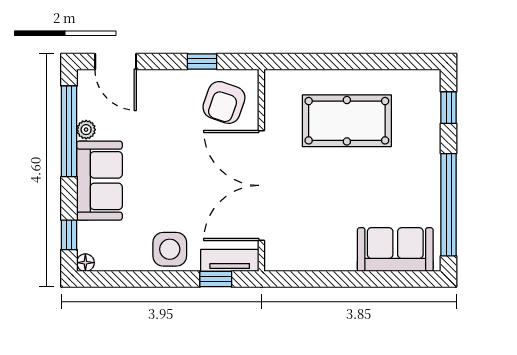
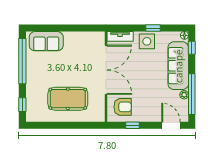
armchair: (224, 102) -> (123, 107), turned 71
sofa: (99, 181) -> (178, 66), width x1.36
window: (216, 279) -> (153, 28), moved

